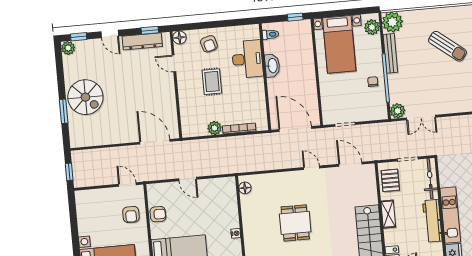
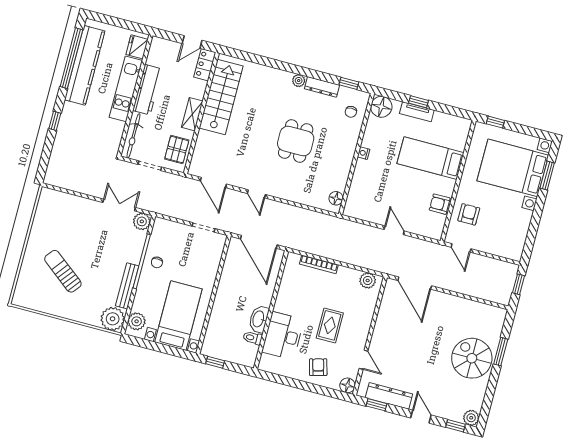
toilet: (270, 34) -> (253, 338), moved
plant: (215, 128) -> (368, 280), moved

